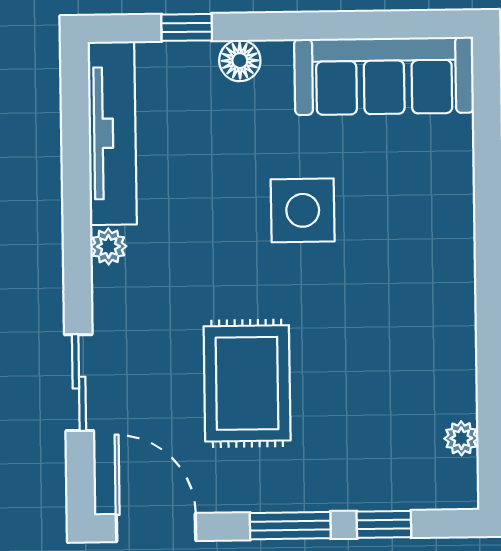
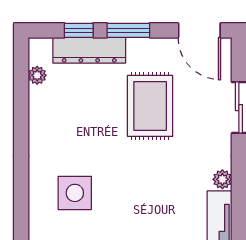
side table: (303, 210) -> (75, 193), moved
dresser: (364, 487) -> (89, 50), added

